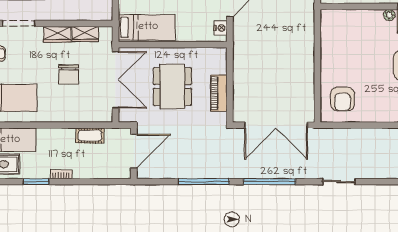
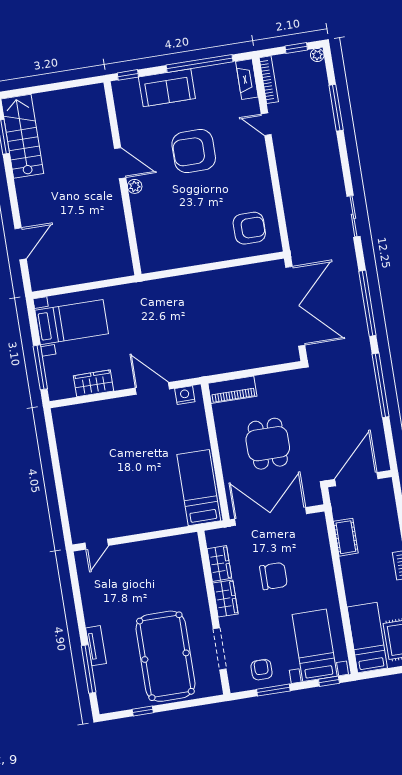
dining table: (172, 87) -> (268, 444), width x0.73
piano: (219, 93) -> (232, 390), moved
door: (134, 151) -> (356, 479), hinge flipped

